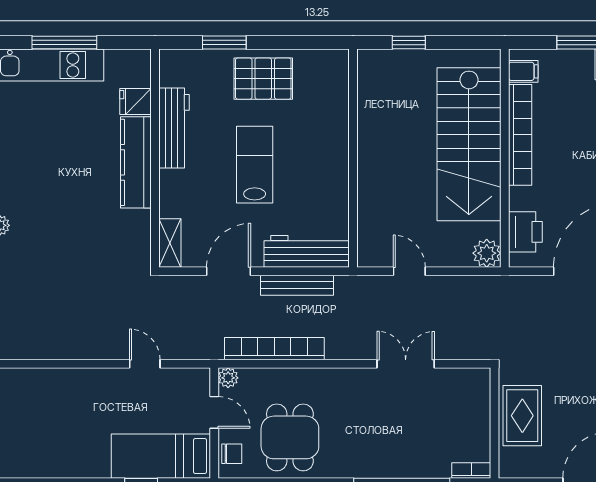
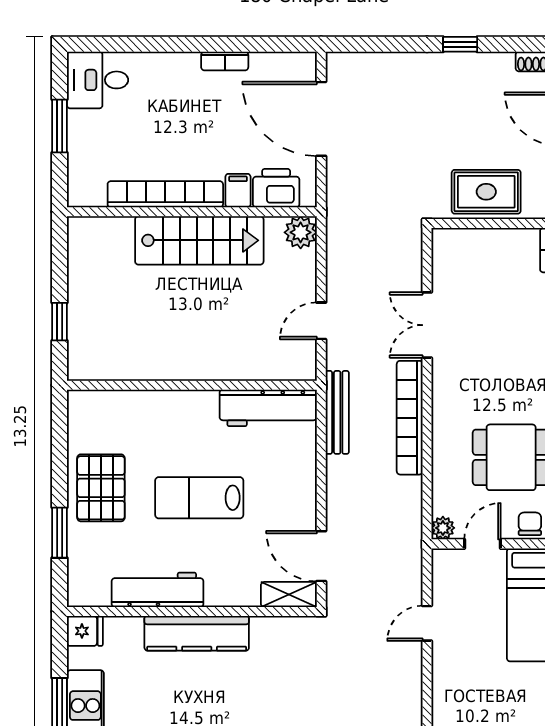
filing cabinet: (523, 71) -> (238, 191), moved
fridge: (136, 101) -> (85, 631), moved, turned -90
stairs: (469, 144) -> (199, 240), width x0.73, depth x0.66
workbench: (307, 251) -> (268, 408), moved, turned -90
door: (229, 271) -> (321, 556), moved
bench: (297, 285) -> (337, 412), moved
bookcase: (274, 349) -> (410, 418), moved

